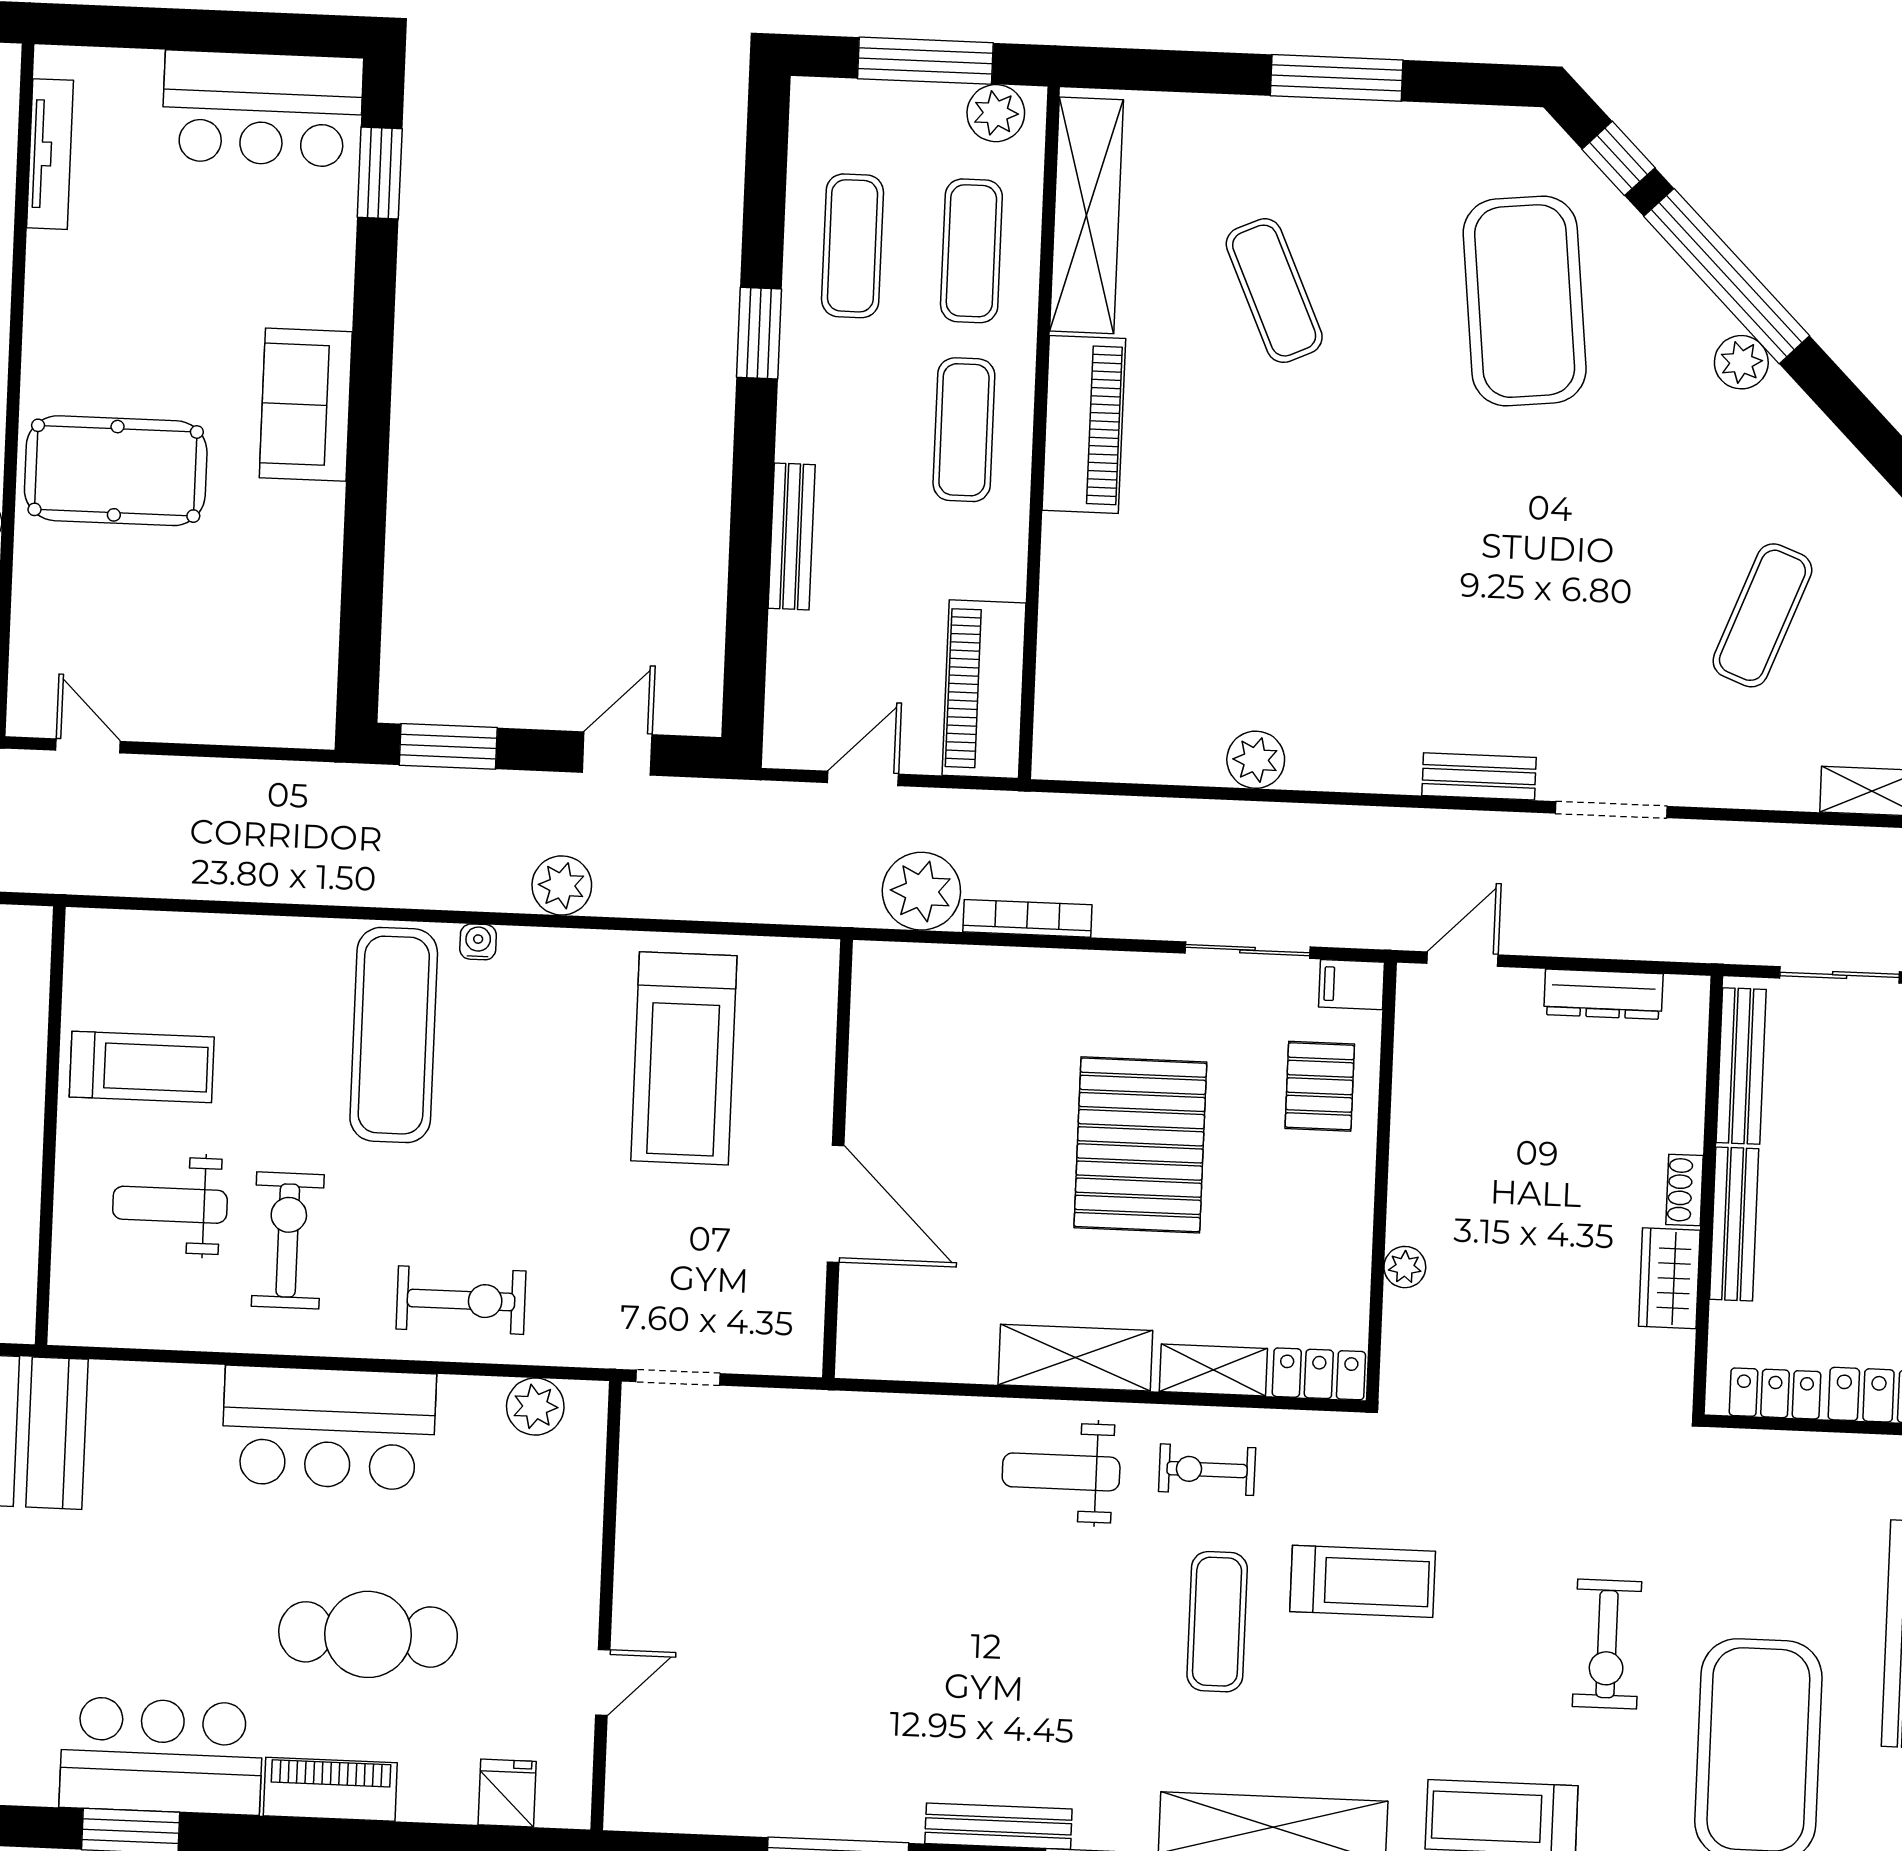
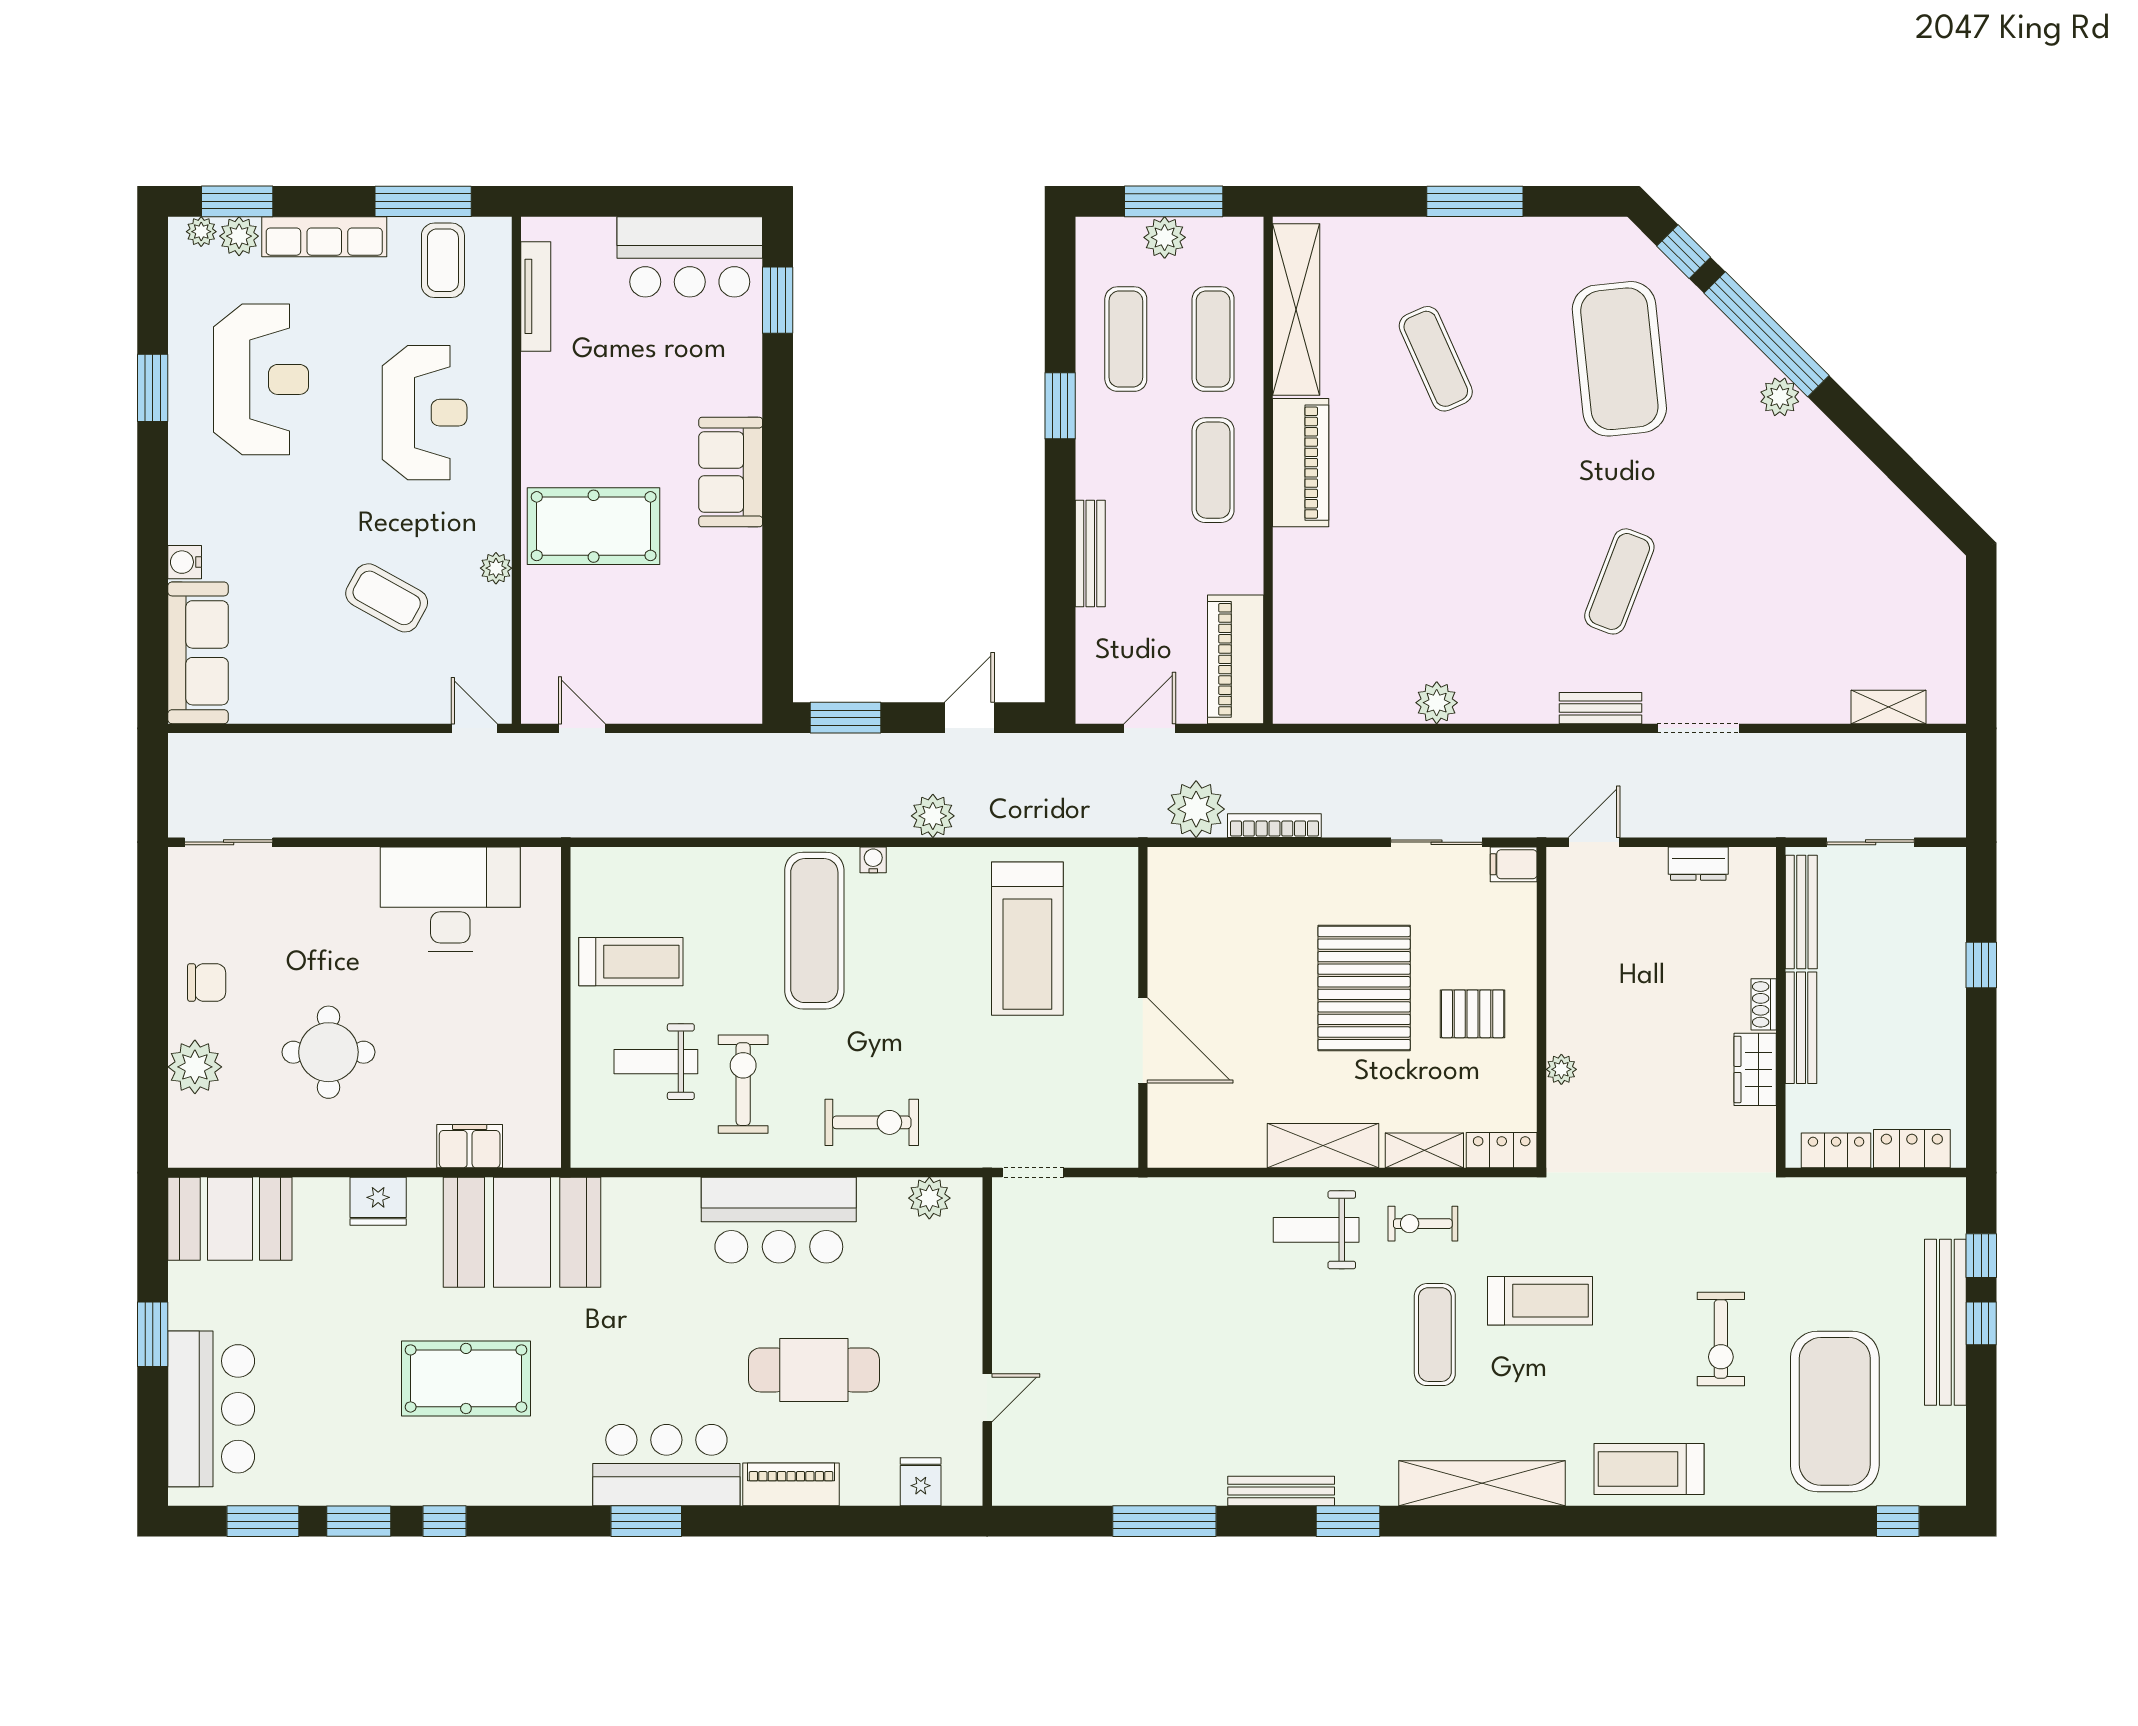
plant: (996, 113) -> (1165, 237), moved
exercise mat: (1762, 615) -> (1619, 581), moved
dresser: (1603, 994) -> (1698, 864), width x0.70
pallet: (1320, 1086) -> (1473, 1014), moved, turned 90

